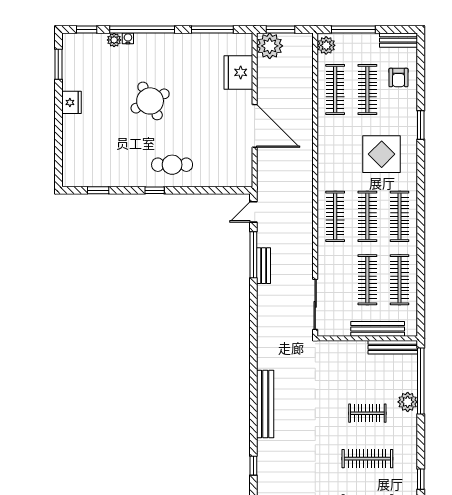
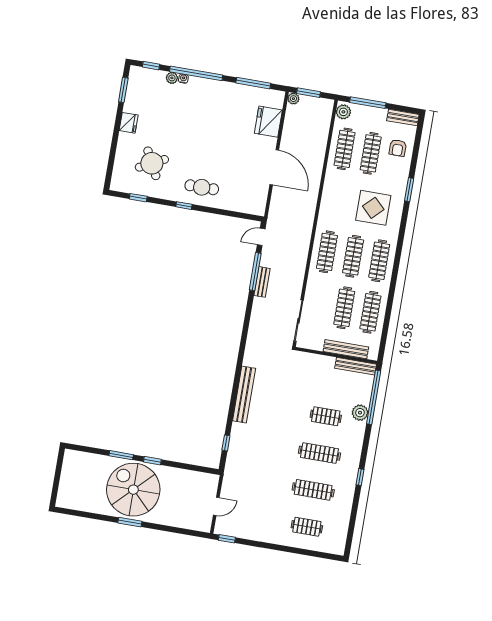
plant: (270, 46) -> (293, 99), width x0.53, depth x0.53
round table: (150, 101) -> (152, 163), moved

